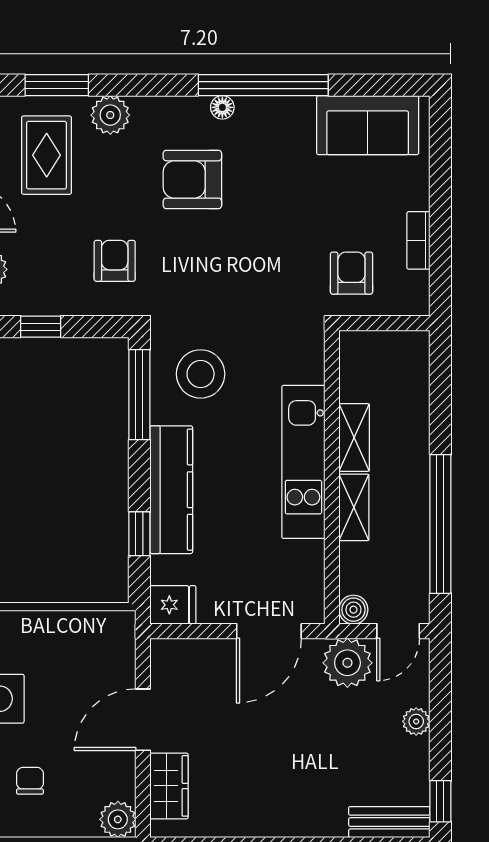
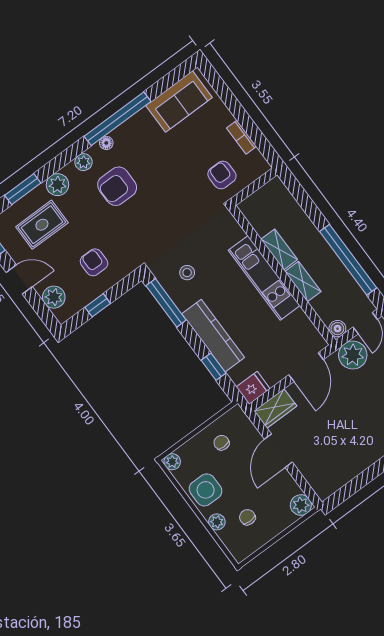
plant: (170, 111) -> (84, 162), added
rug: (47, 155) -> (42, 225), turned 90
armchair: (115, 261) -> (94, 262), moved
stool: (201, 374) -> (187, 273), width x0.53, depth x0.53
chair: (71, 649) -> (222, 443), added
wardrobe: (169, 786) -> (275, 408), moved, turned 90

